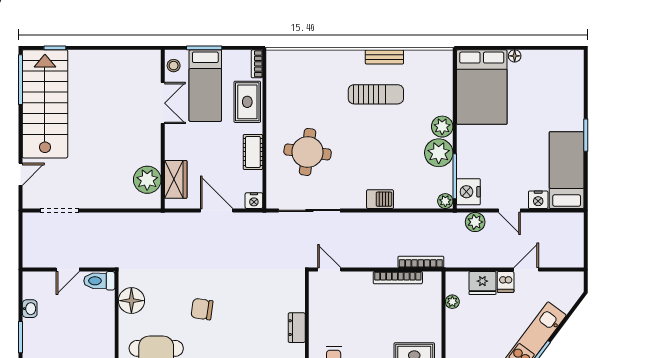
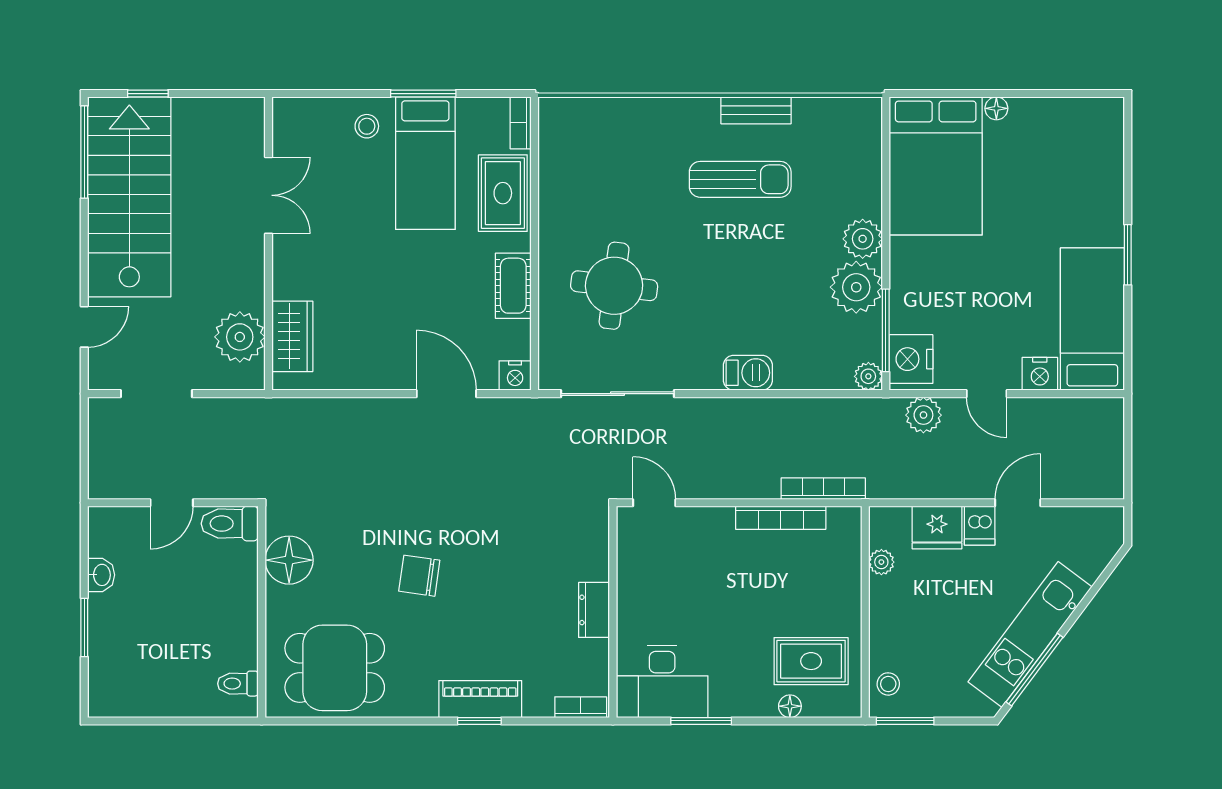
double door: (163, 103) -> (268, 195), moved
wall: (163, 129) -> (268, 244), moved
wardrobe: (176, 179) -> (292, 336), moved
plant: (147, 180) -> (240, 337), moved

